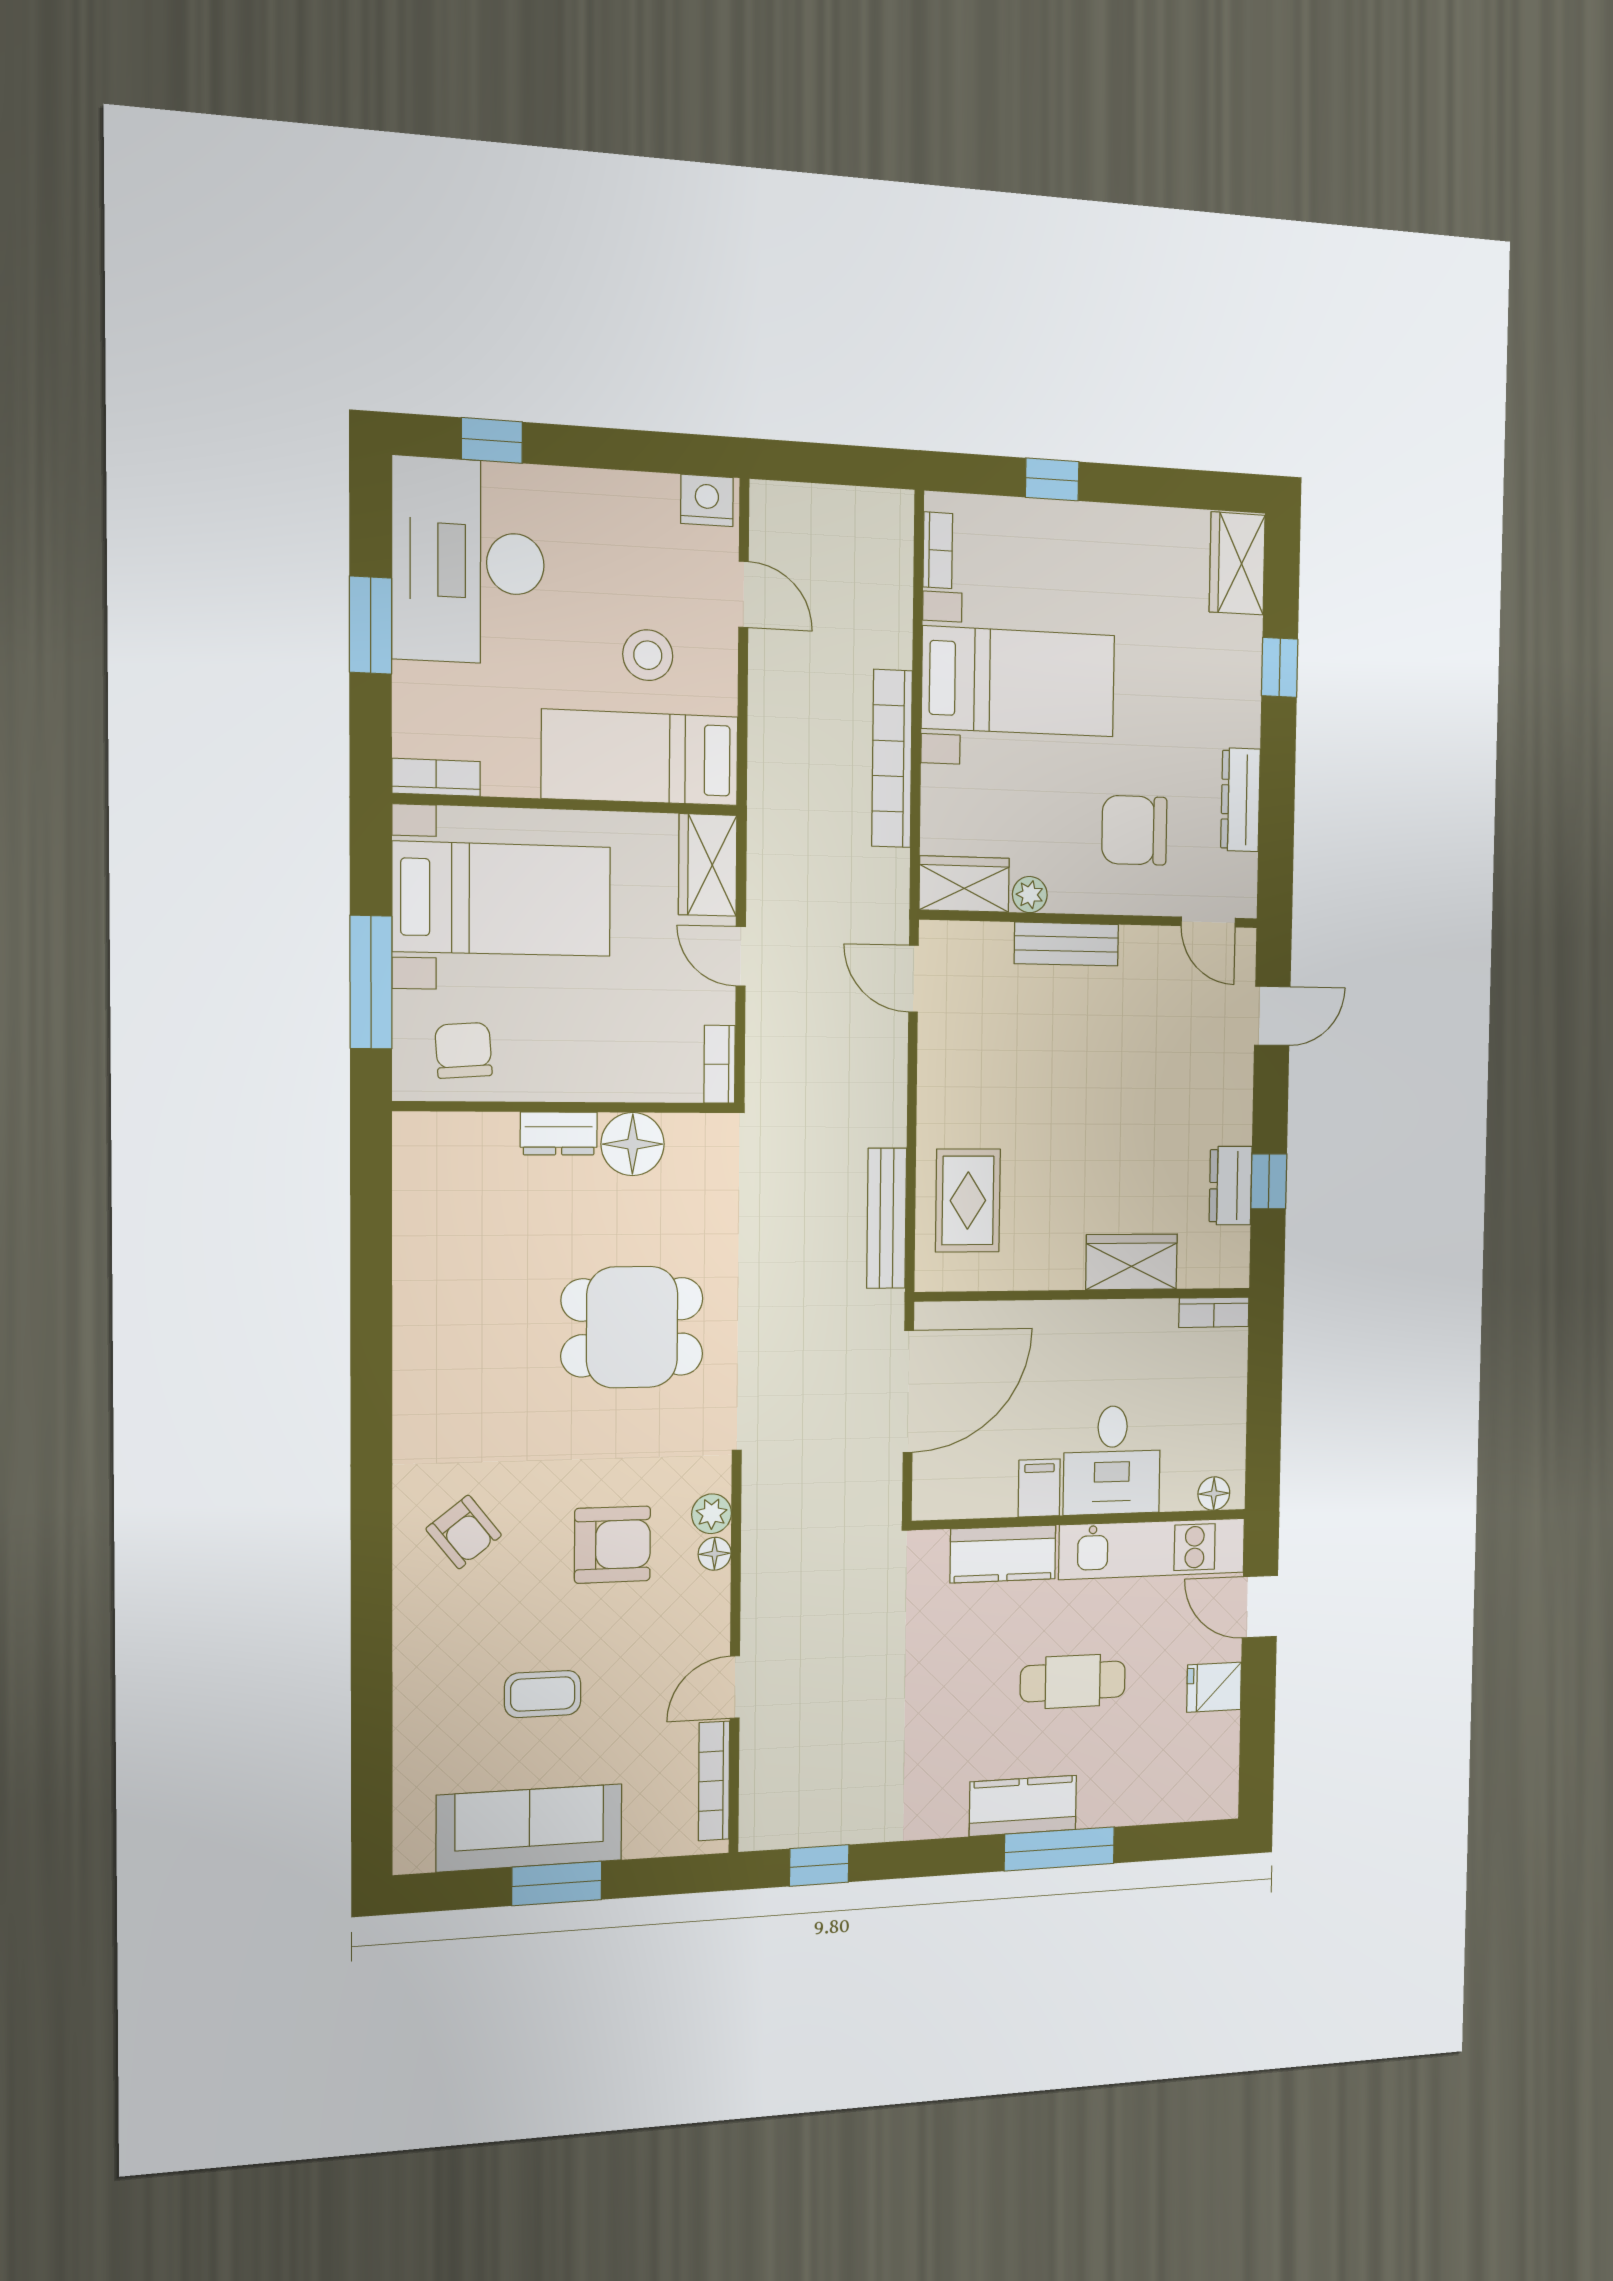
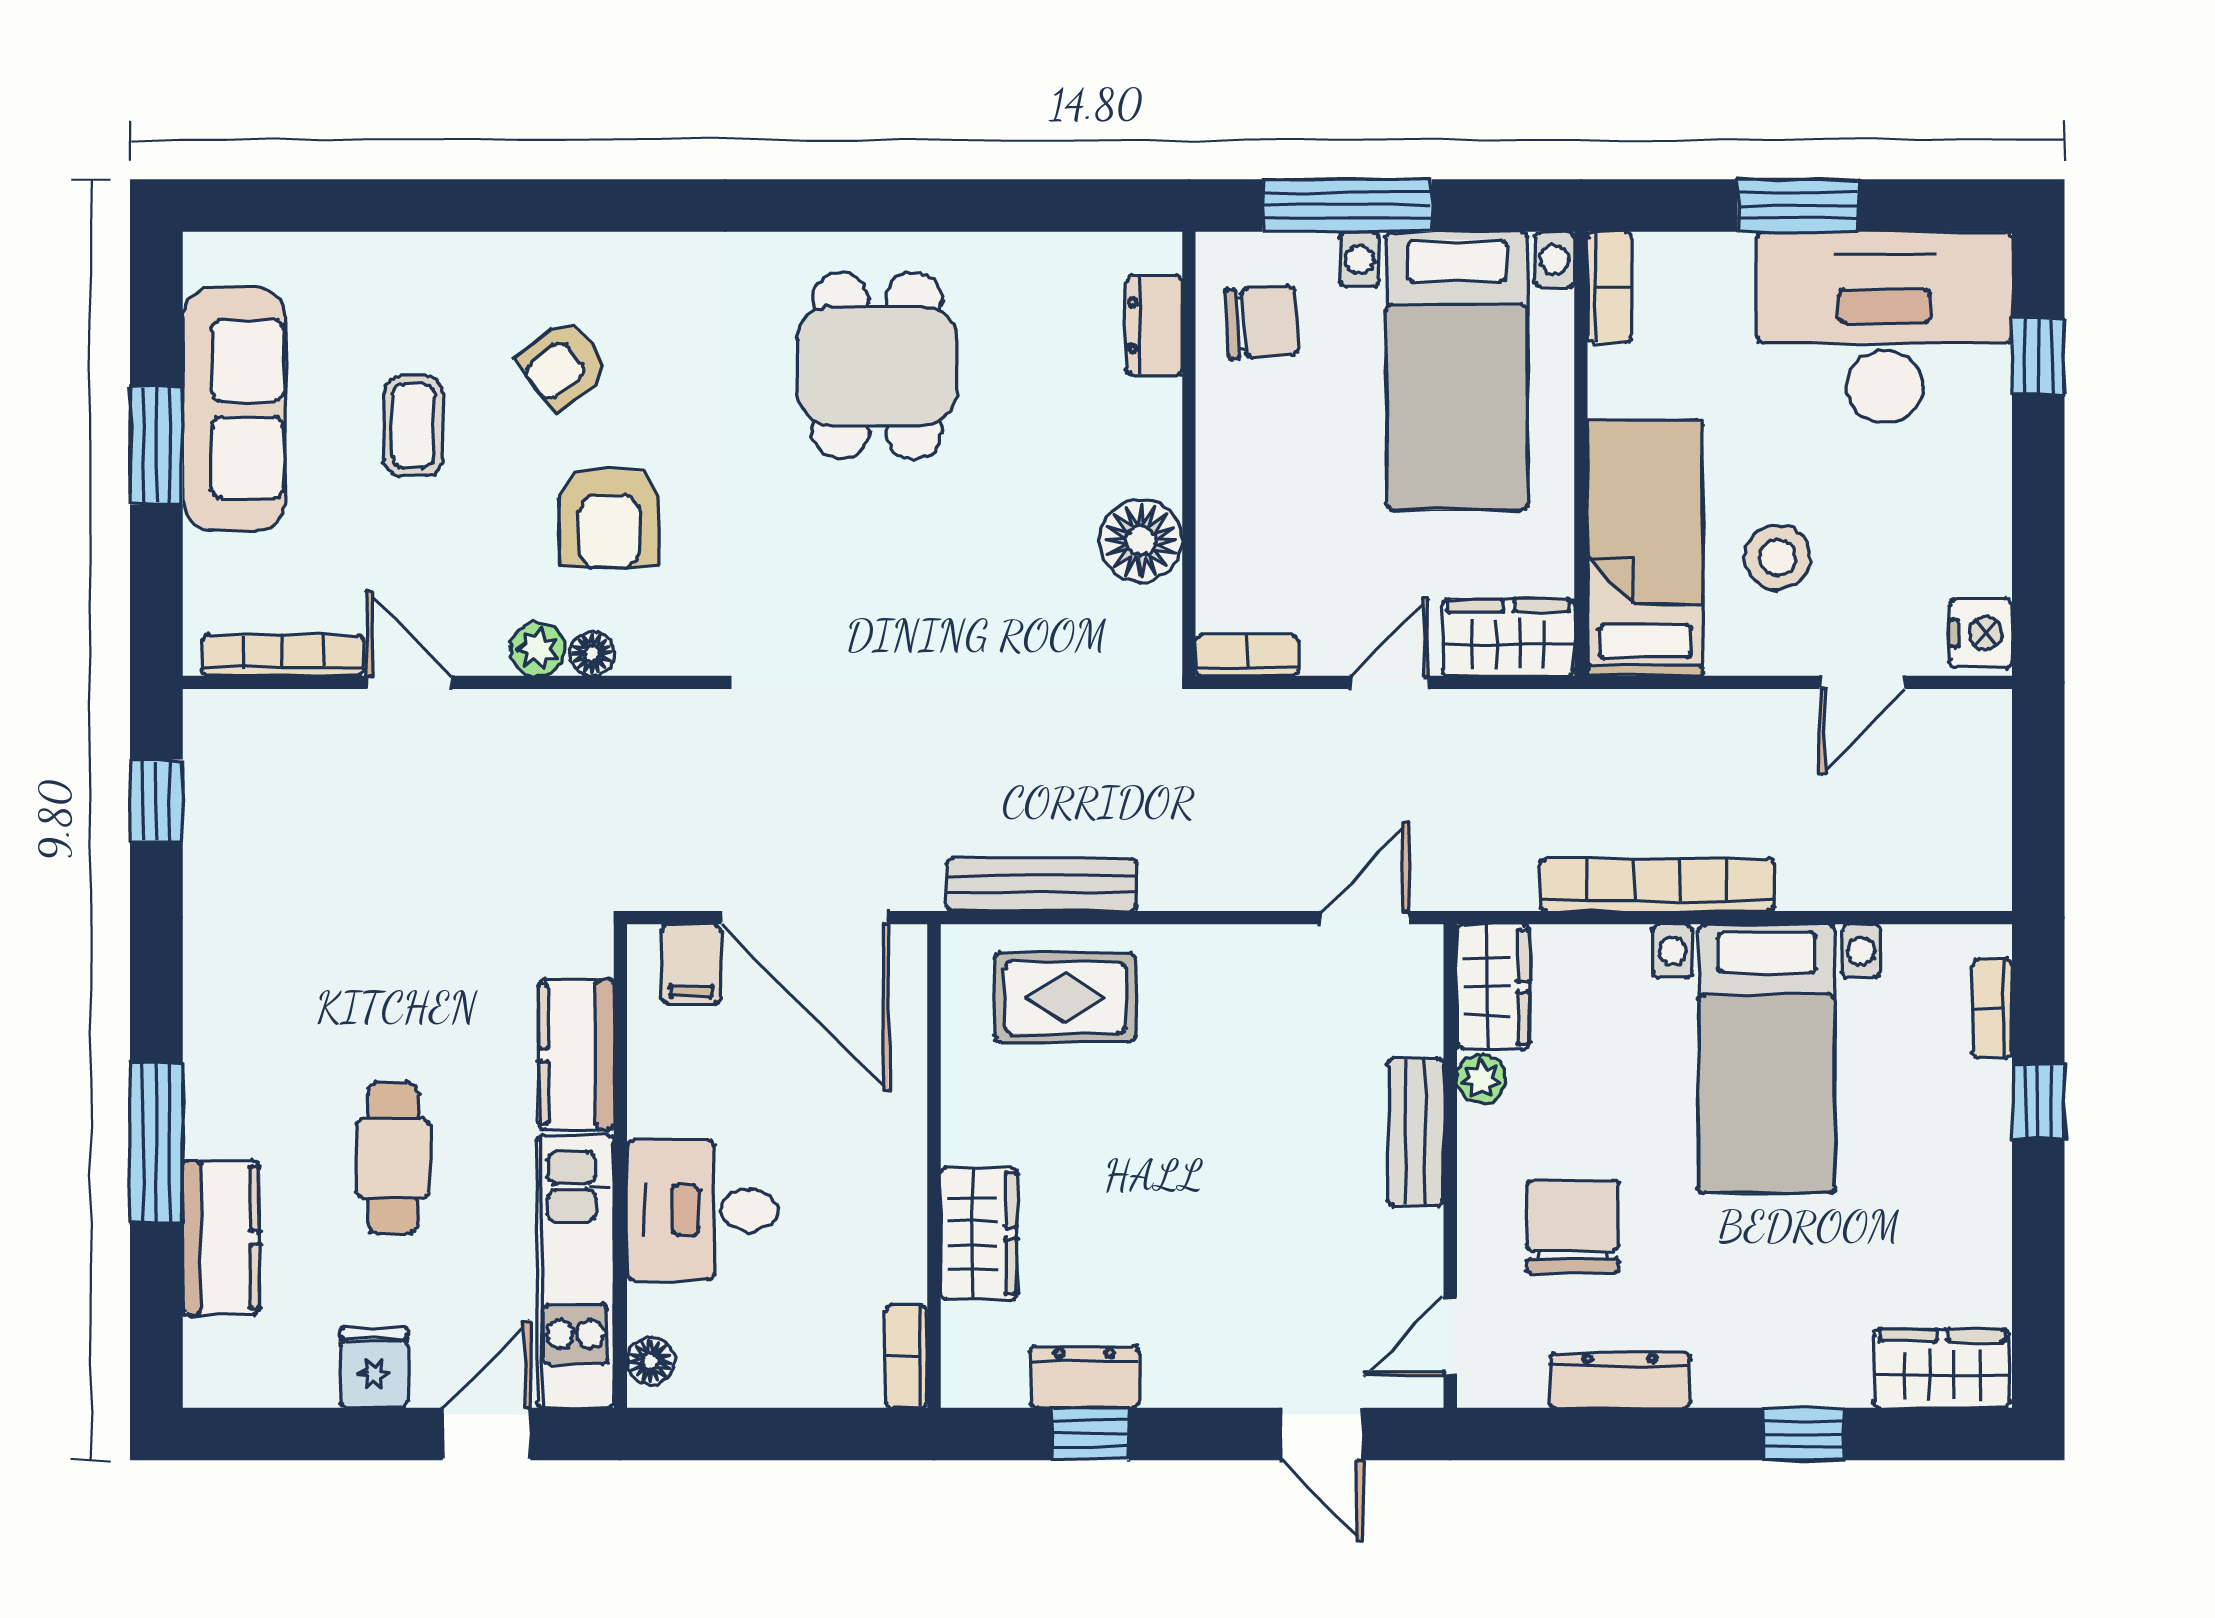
bookcase: (938, 550) -> (1992, 1009), moved, turned 90
dresser: (559, 1133) -> (1154, 325), moved
dining table: (632, 1327) -> (877, 366), moved
filing cabinet: (1039, 1488) -> (691, 964), moved, turned 90
plant: (712, 1514) -> (538, 649), moved
armchair: (464, 1532) -> (563, 365), moved
kitchen counter: (1023, 1806) -> (221, 1238), moved

